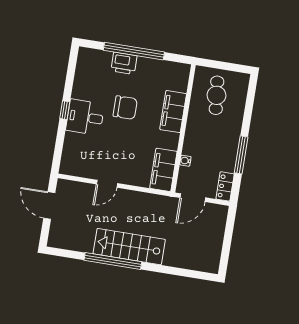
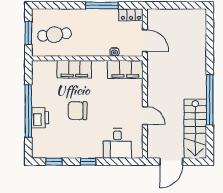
window: (223, 66) -> (28, 33), added
window: (71, 71) -> (54, 162), added
chair: (125, 108) -> (78, 111), turned -90
desk: (85, 117) -> (117, 143), moved
stairs: (129, 247) -> (195, 129), moved

